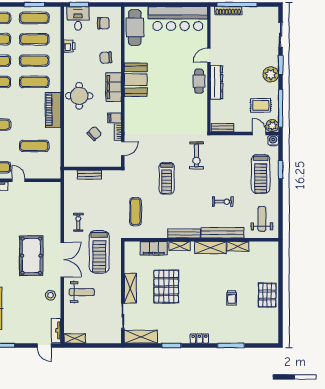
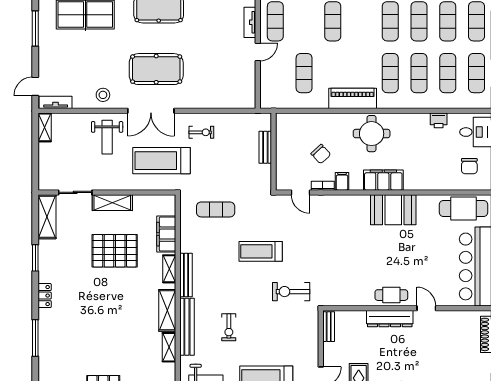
chair: (106, 58) -> (423, 170), removed
trolley: (231, 298) -> (99, 339), removed

